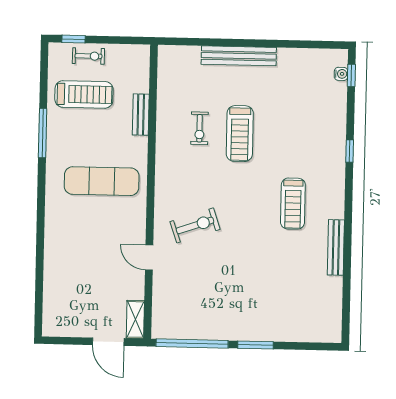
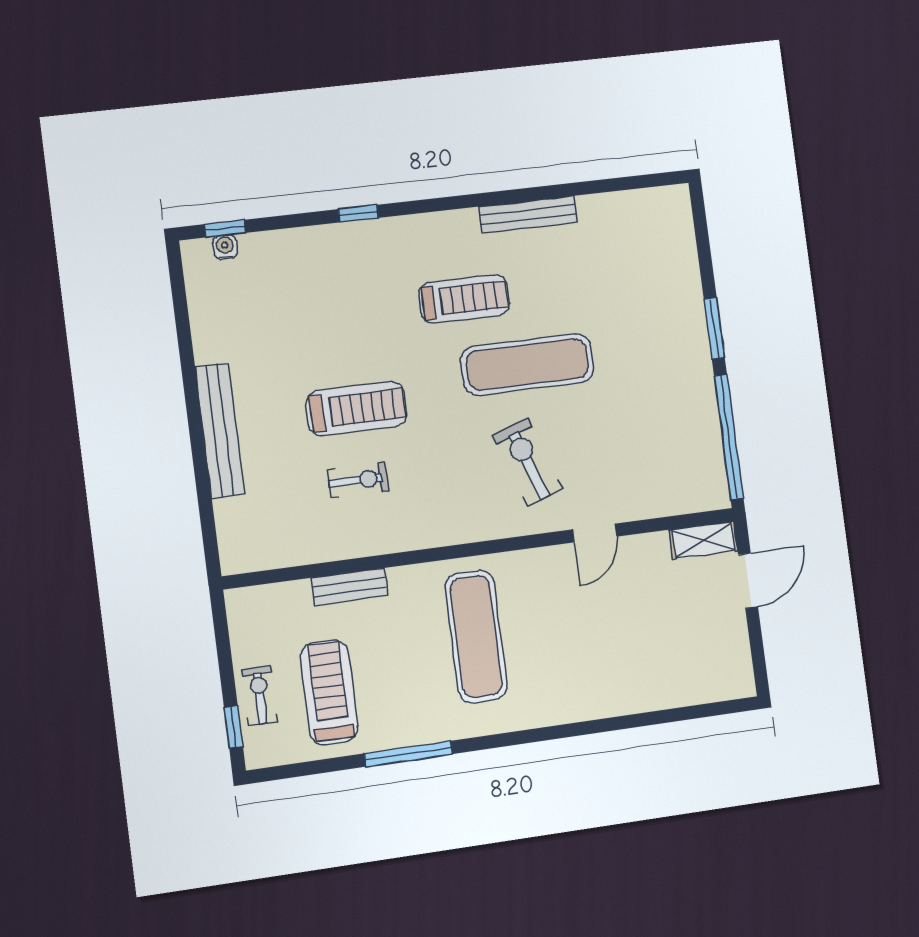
exercise mat: (250, 234) -> (528, 364), added

